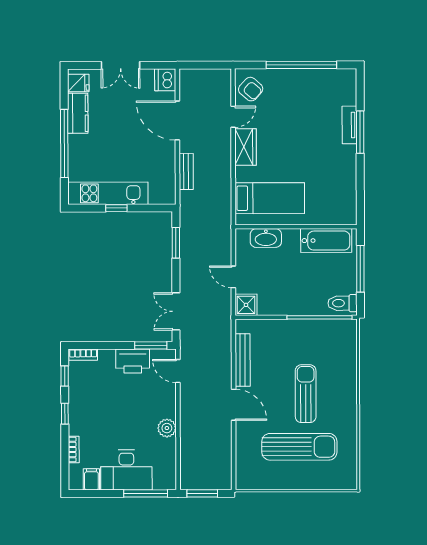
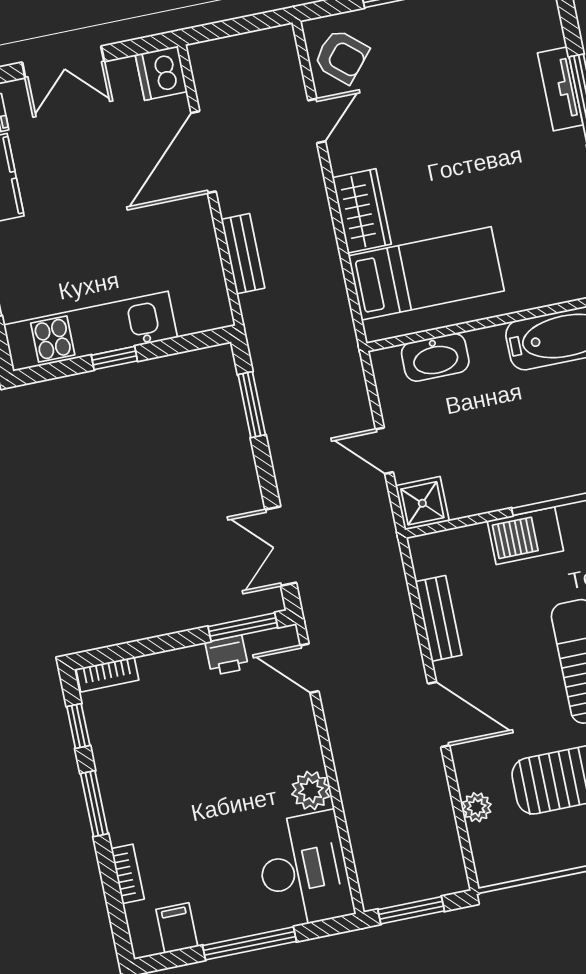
door: (177, 121) -> (204, 152), hinge flipped
wardrobe: (245, 147) -> (362, 211), moved
barbecue: (291, 330) -> (525, 536), added
bench: (243, 360) -> (439, 618), width x0.73
printer: (133, 361) -> (227, 655), width x0.53, depth x0.68
window: (65, 414) -> (94, 804), width x1.50
plant: (242, 452) -> (477, 807), added
desk: (126, 470) -> (304, 870), moved, turned -90
window: (146, 493) -> (249, 943), moved

